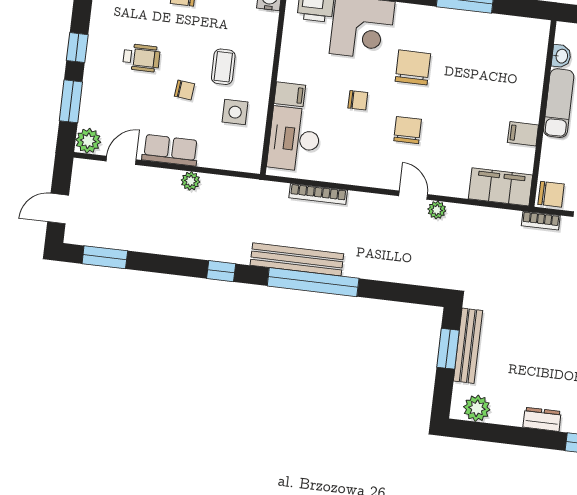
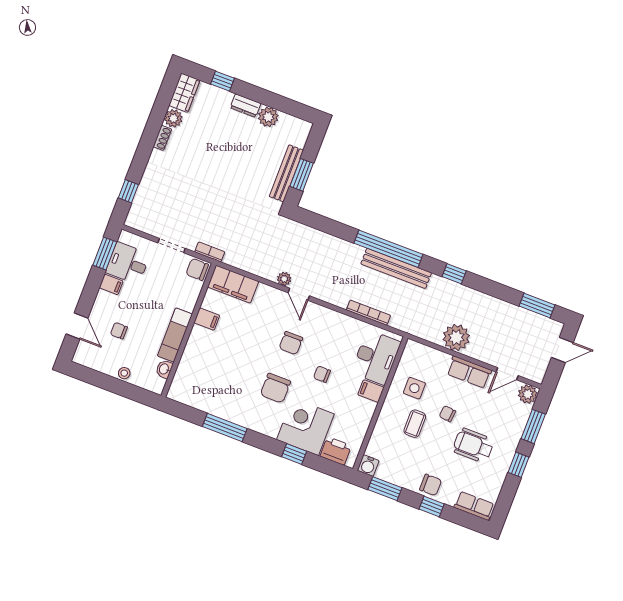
wheelchair: (141, 58) -> (473, 445), width x1.36, depth x1.37
plant: (191, 181) -> (456, 338), width x1.88, depth x1.88
plant: (477, 408) -> (268, 117), moved

